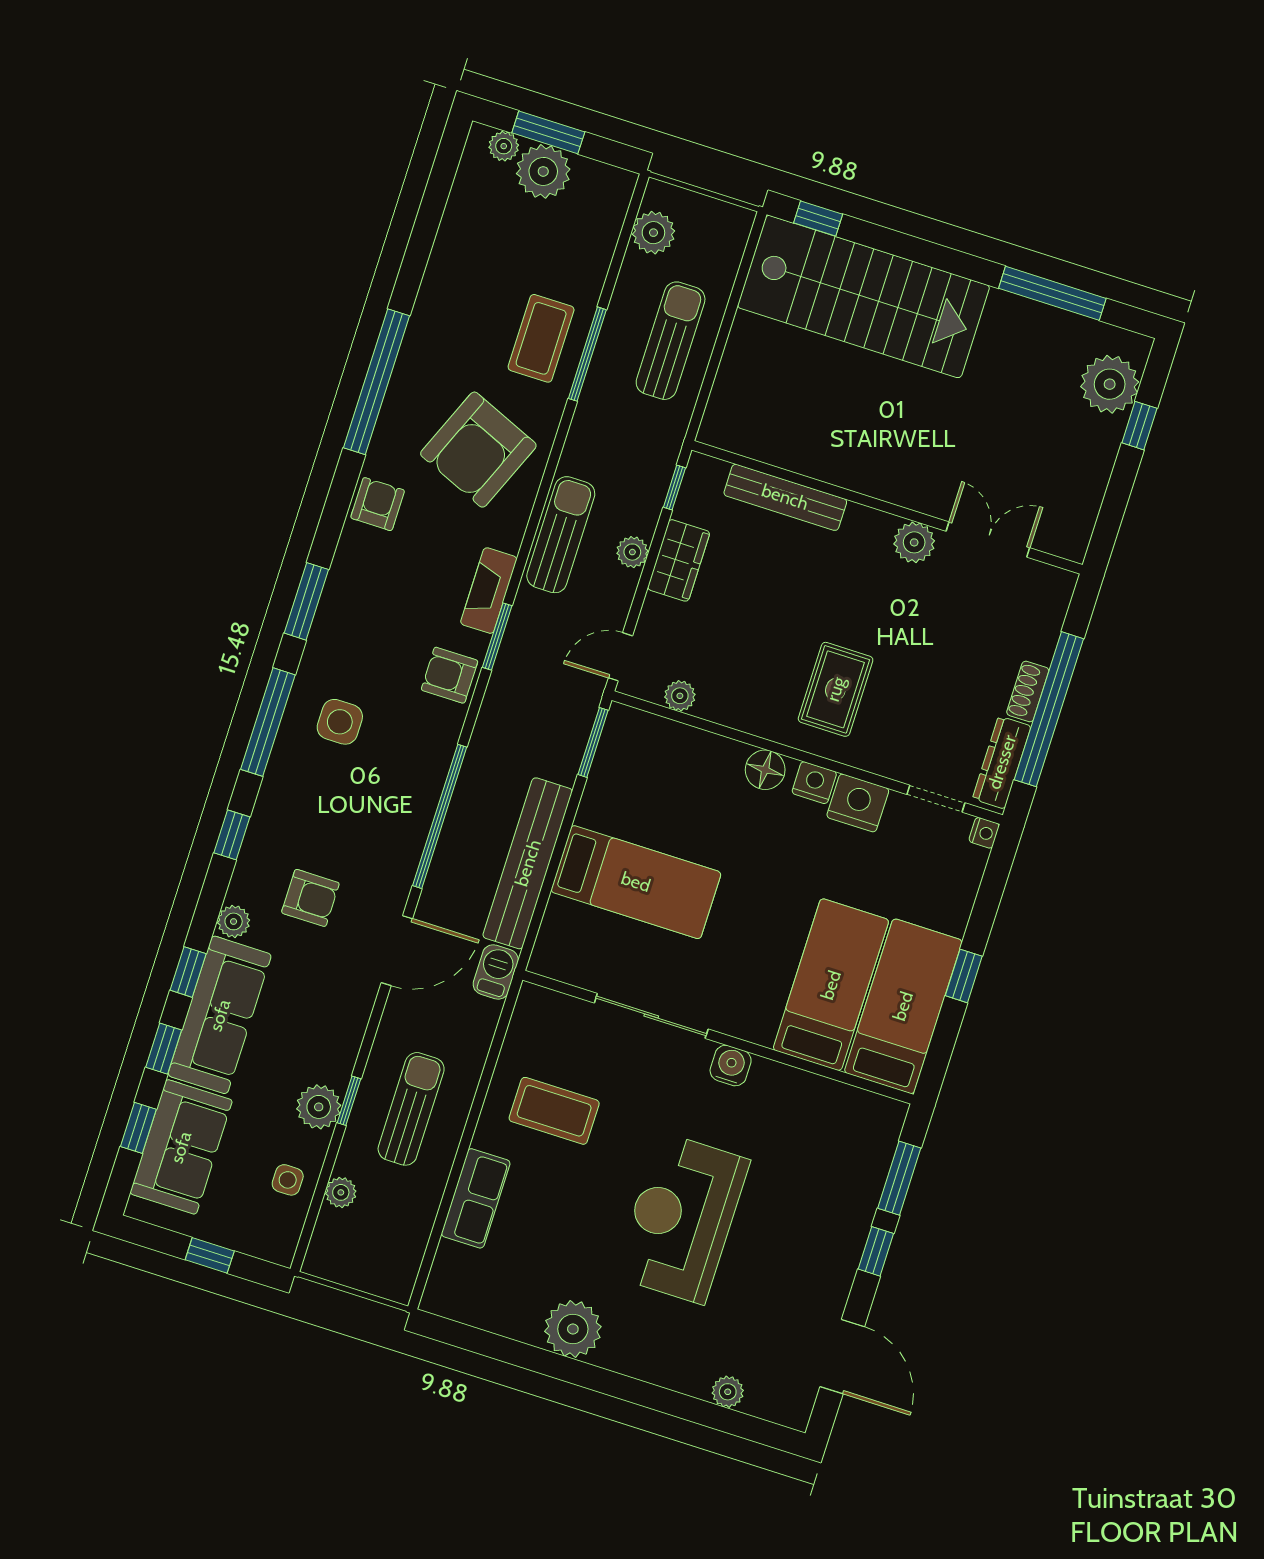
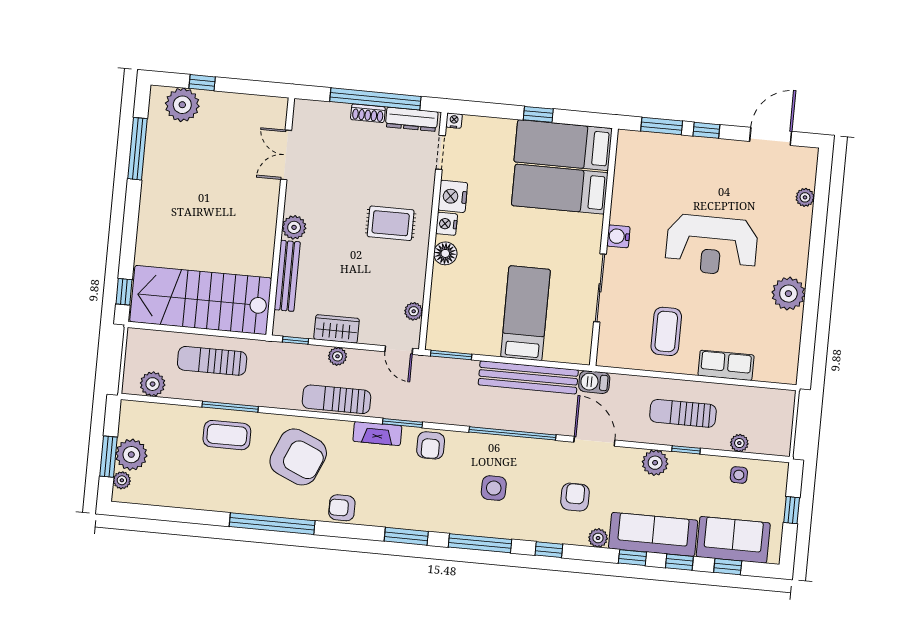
stairs: (864, 297) -> (201, 300), moved, turned -90
plant: (914, 542) -> (294, 227), moved
side table: (340, 722) -> (494, 488), moved
plant: (319, 1107) -> (655, 463), moved

